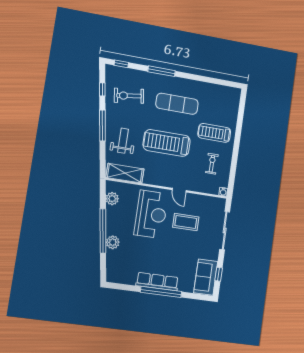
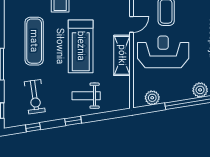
window: (102, 125) -> (73, 121), width x0.46
shelving: (125, 173) -> (122, 55), moved

